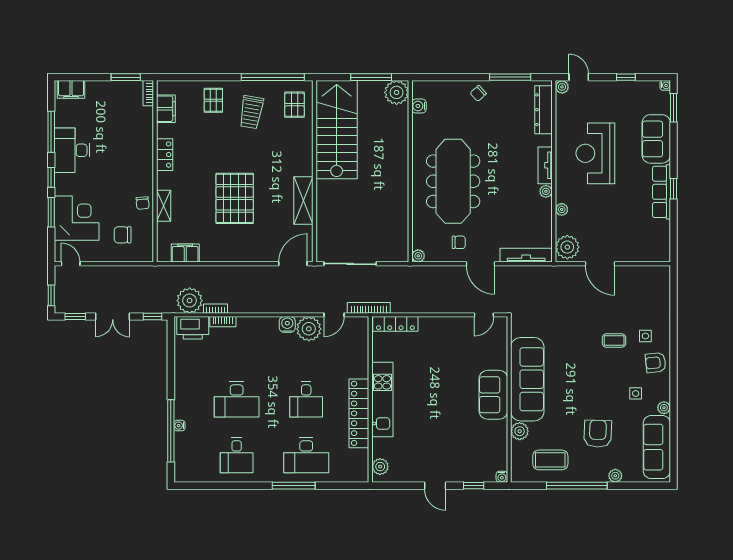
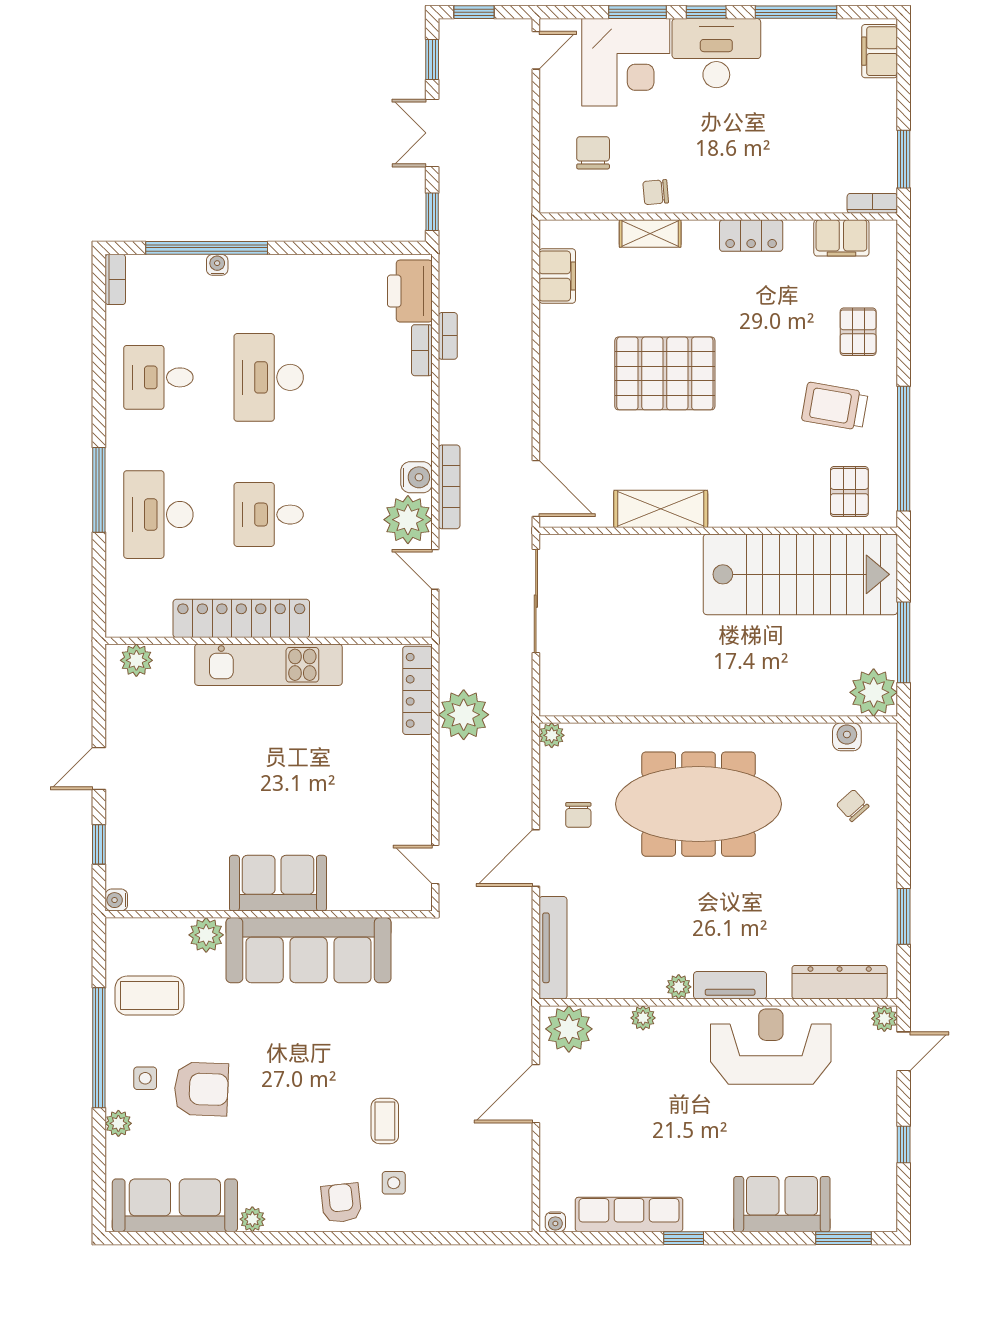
window: (510, 77) -> (904, 916), width x0.69
water cooler: (665, 85) -> (555, 1222), moved
chair: (478, 93) -> (853, 806), moved
pallet: (213, 100) -> (858, 332), turned 90
pallet: (295, 105) -> (849, 492), turned 90
desk: (72, 150) -> (716, 53), moved
reception desk: (595, 153) -> (771, 1047), moved
row of seats: (661, 192) -> (629, 1214), moved
plant: (190, 301) -> (464, 715), moved
bookcase: (369, 308) -> (449, 487), moved
side table: (636, 393) -> (145, 1078), moved
coffee table: (550, 460) -> (150, 996), turned 90
bookcase: (187, 477) -> (115, 279), added

